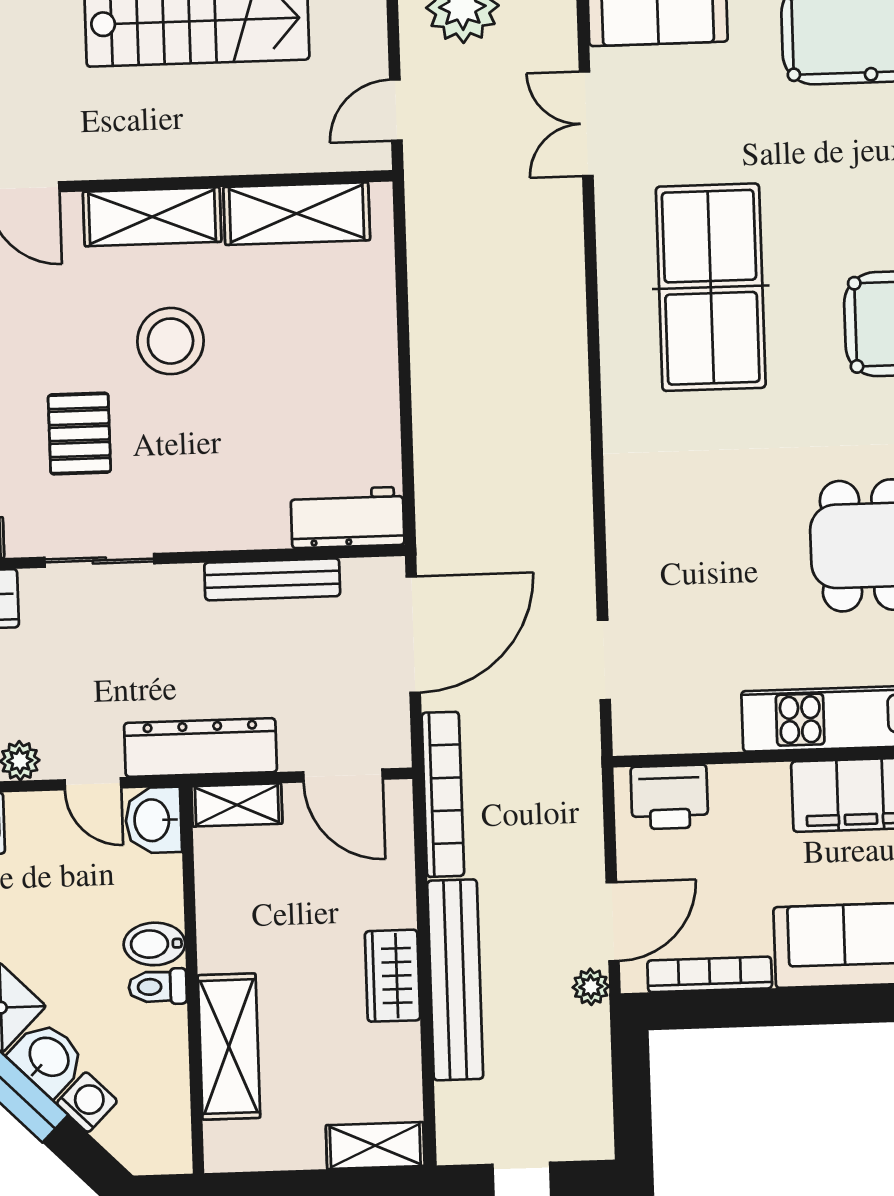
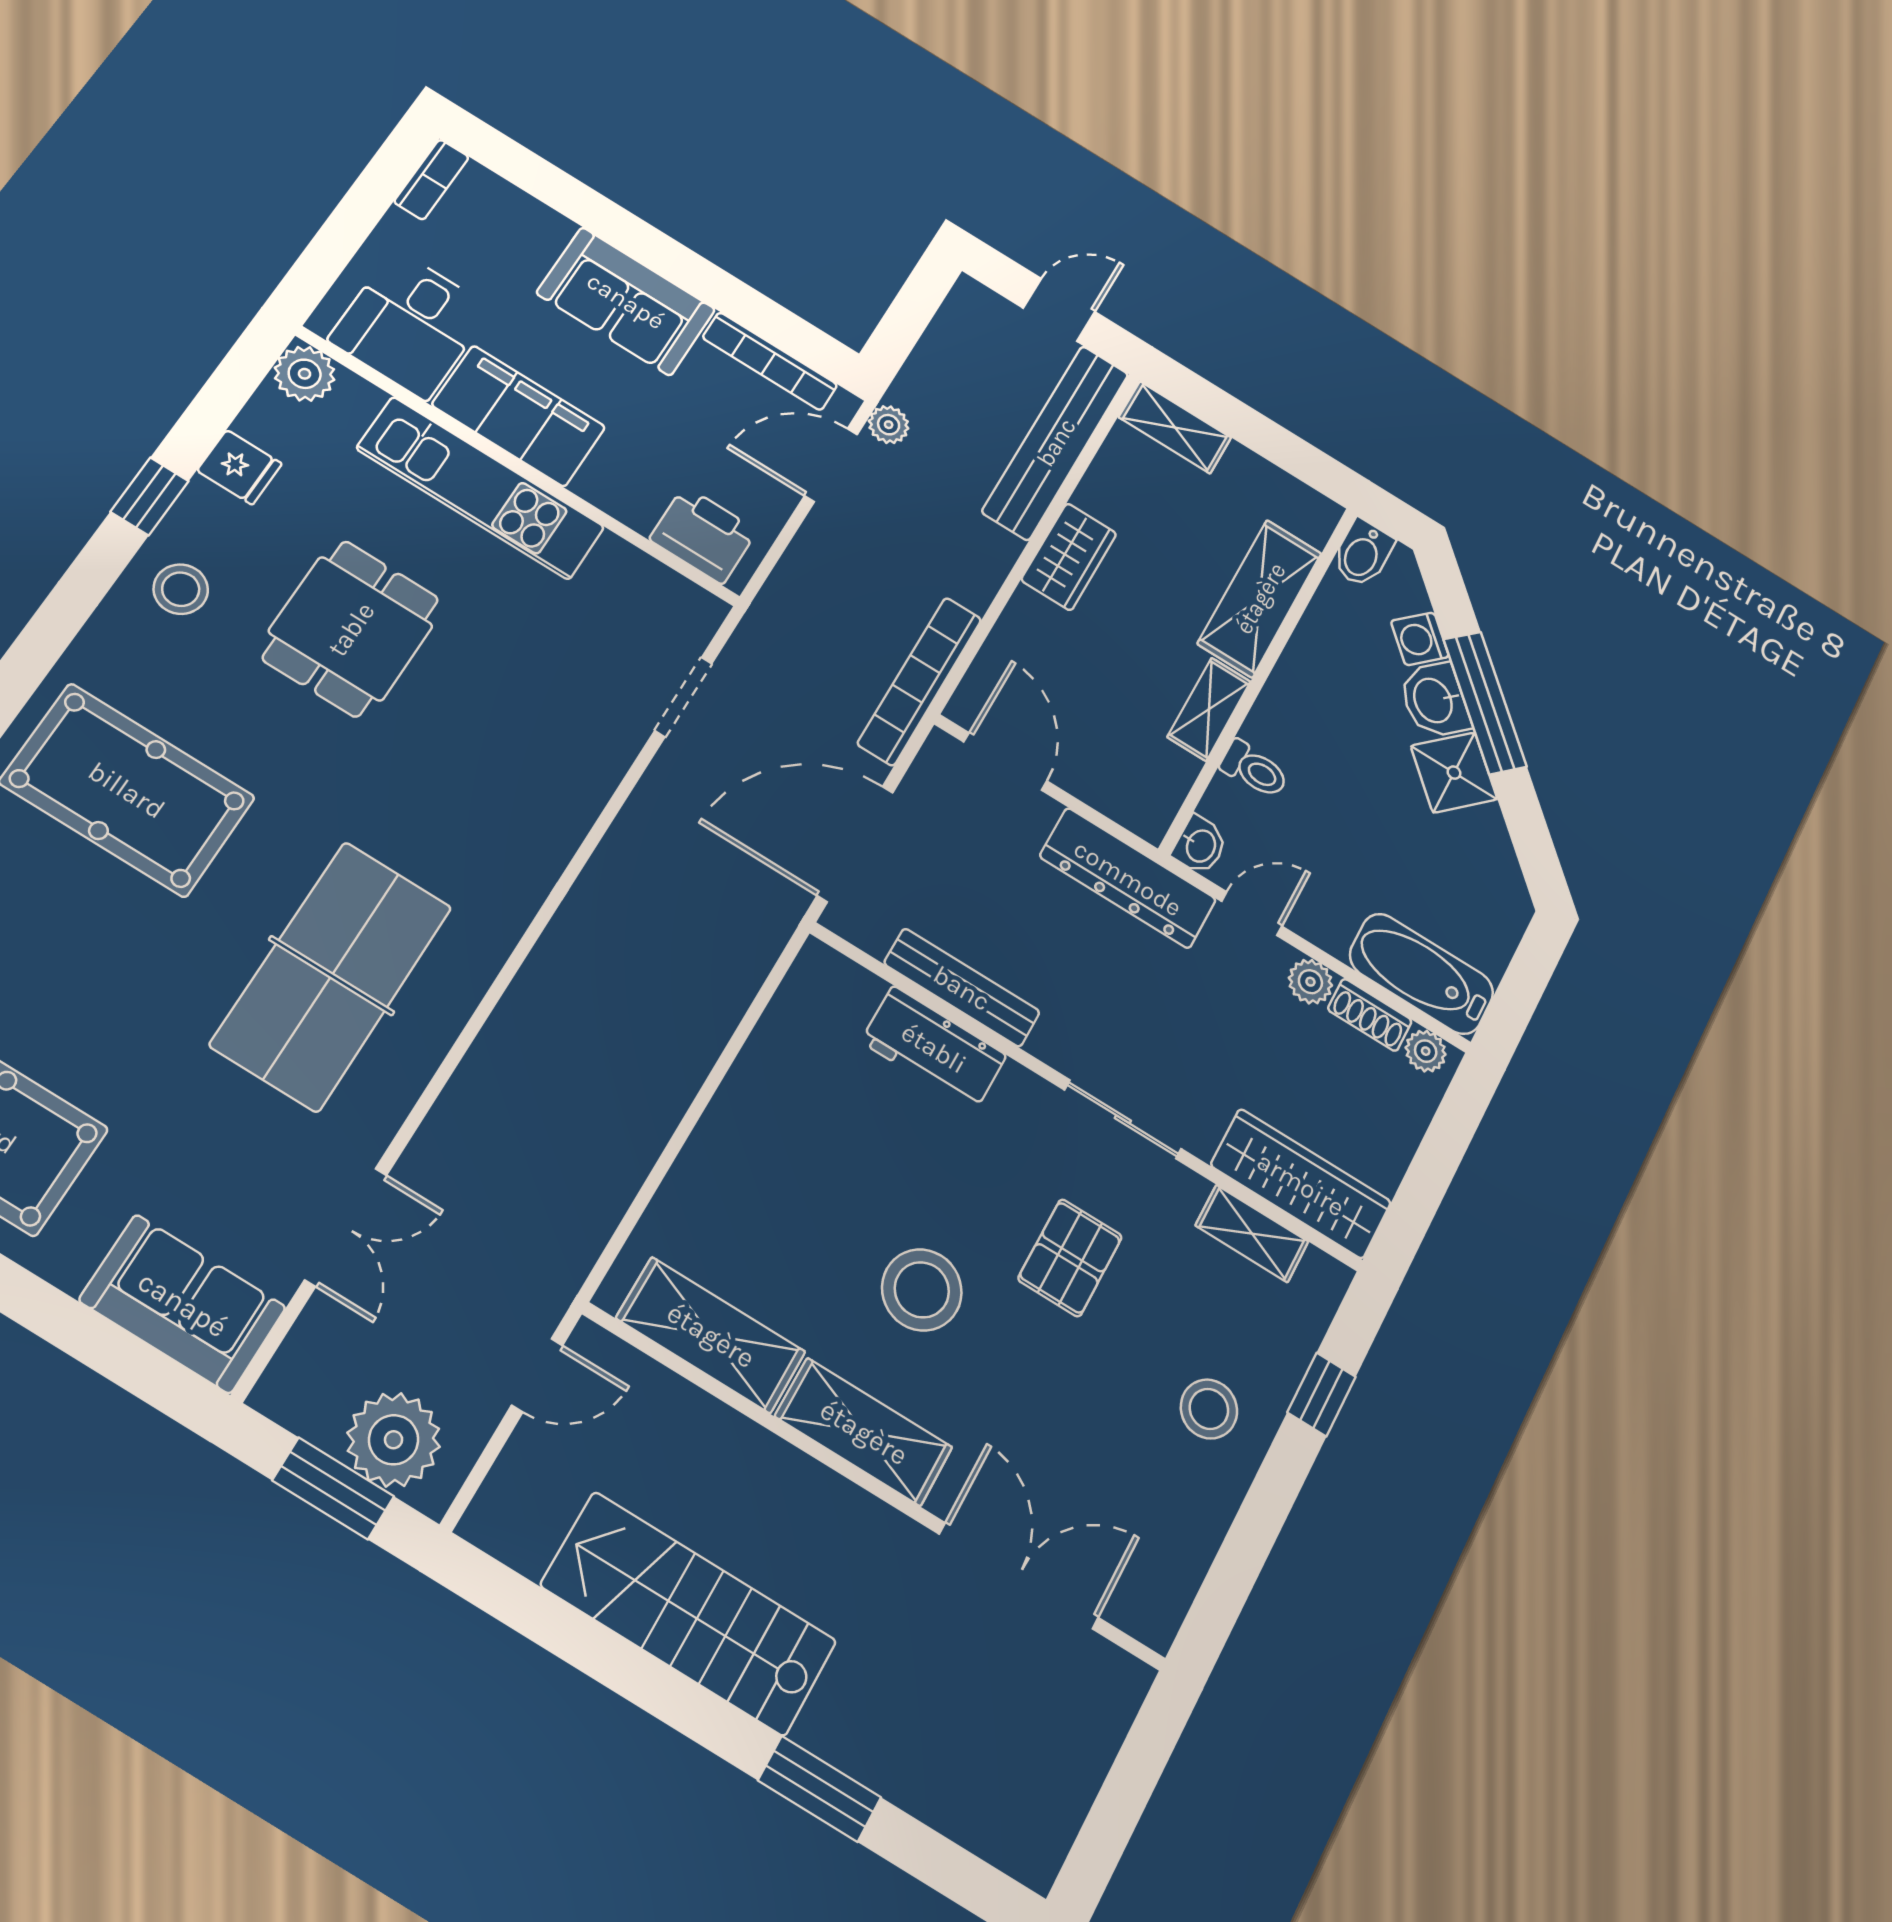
workbench: (347, 518) -> (934, 1048), moved
door: (93, 784) -> (1252, 914), hinge flipped
shelving: (237, 805) -> (1209, 709), moved, turned 90
washbasin: (153, 820) -> (1200, 845), width x0.72, depth x0.69
bidet: (154, 944) -> (1363, 553), moved, turned 90
bench: (455, 980) -> (1056, 442), moved
toilet: (158, 987) -> (1254, 769), moved

